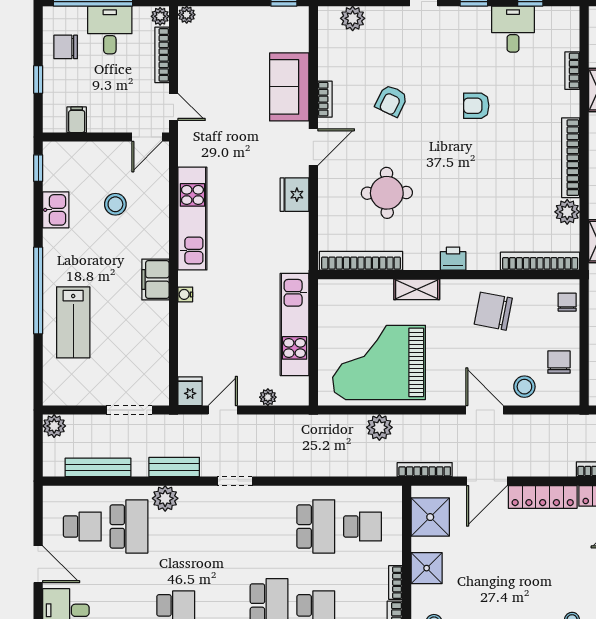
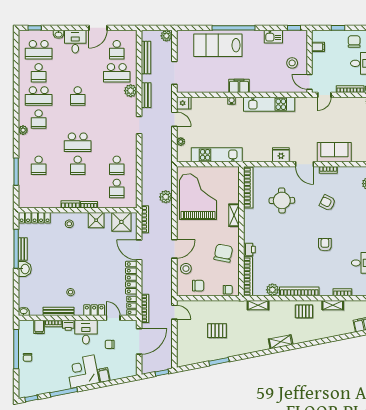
stool: (115, 204) -> (292, 63), moved
printer: (453, 259) -> (249, 250), moved
lab bench: (73, 322) -> (218, 45), width x1.36, depth x1.39
school desk: (316, 526) -> (117, 165), width x0.54

